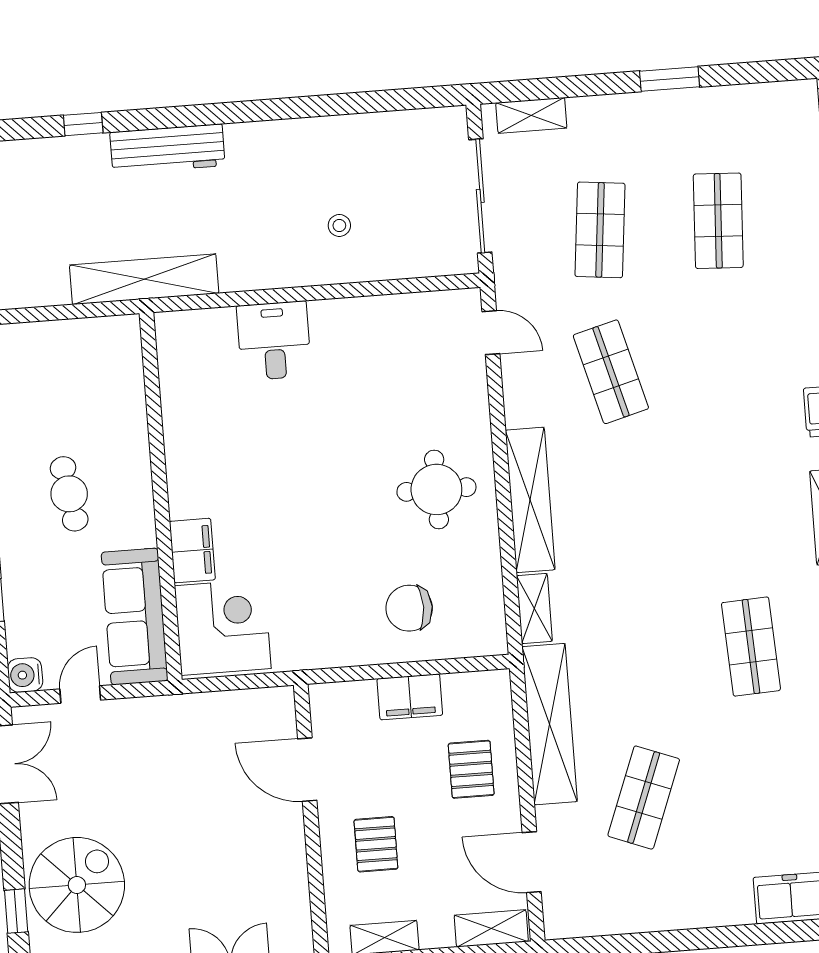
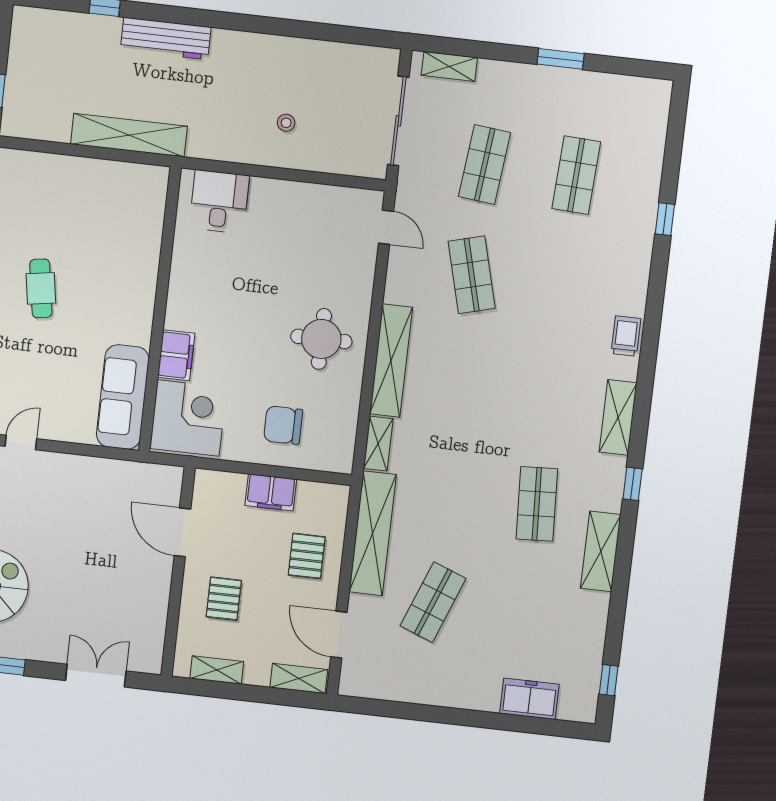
wall: (161, 497) -> (160, 310), moved
filing cabinet: (192, 551) -> (176, 355), moved
sofa: (135, 617) -> (123, 397), moved
corner desk: (223, 627) -> (188, 418), moved

